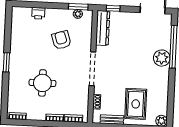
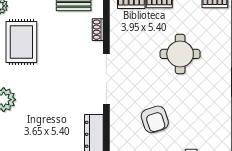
rug: (136, 104) -> (21, 42), moved

